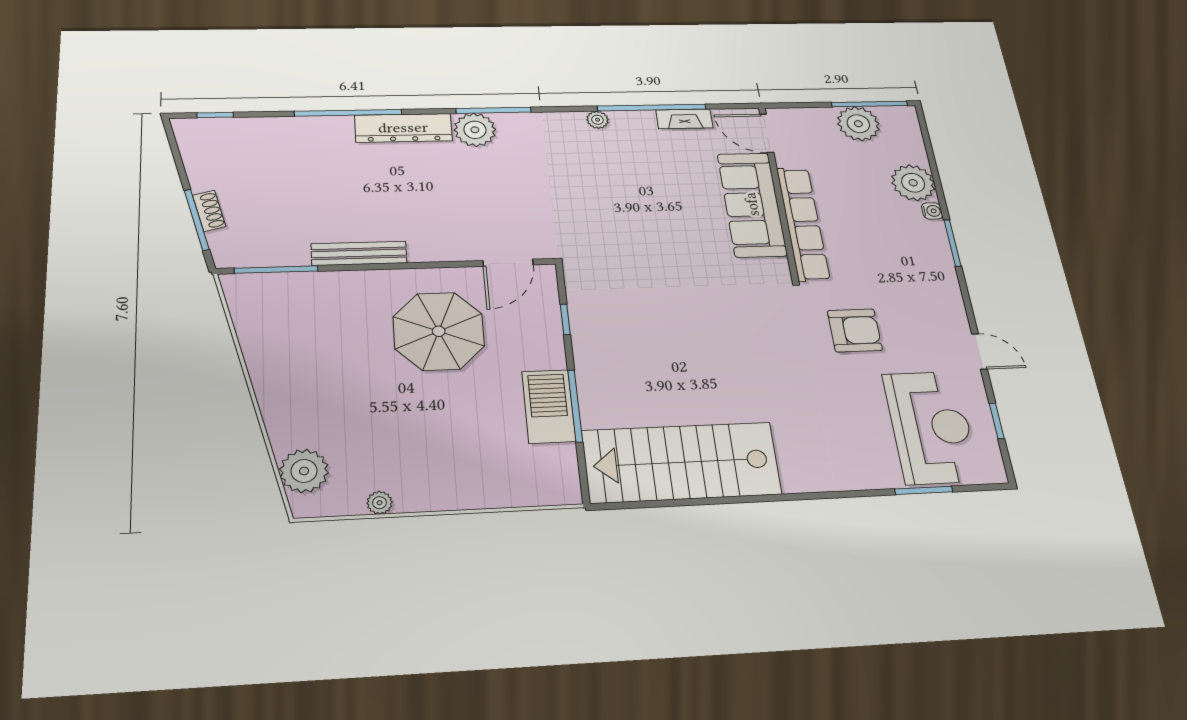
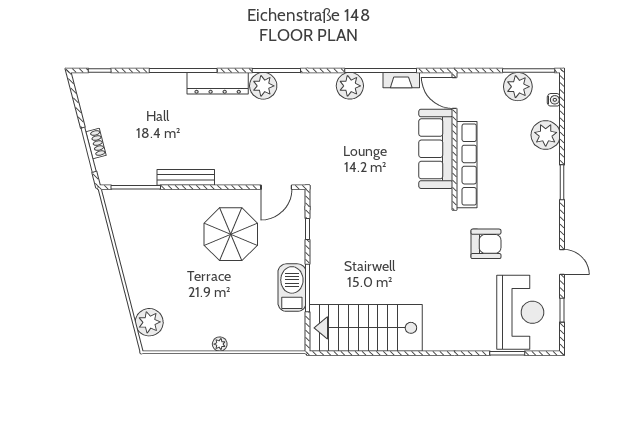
plant: (597, 120) -> (350, 86), width x1.88, depth x1.88
water cooler: (932, 211) -> (554, 100), moved
plant: (380, 503) -> (220, 344), moved

